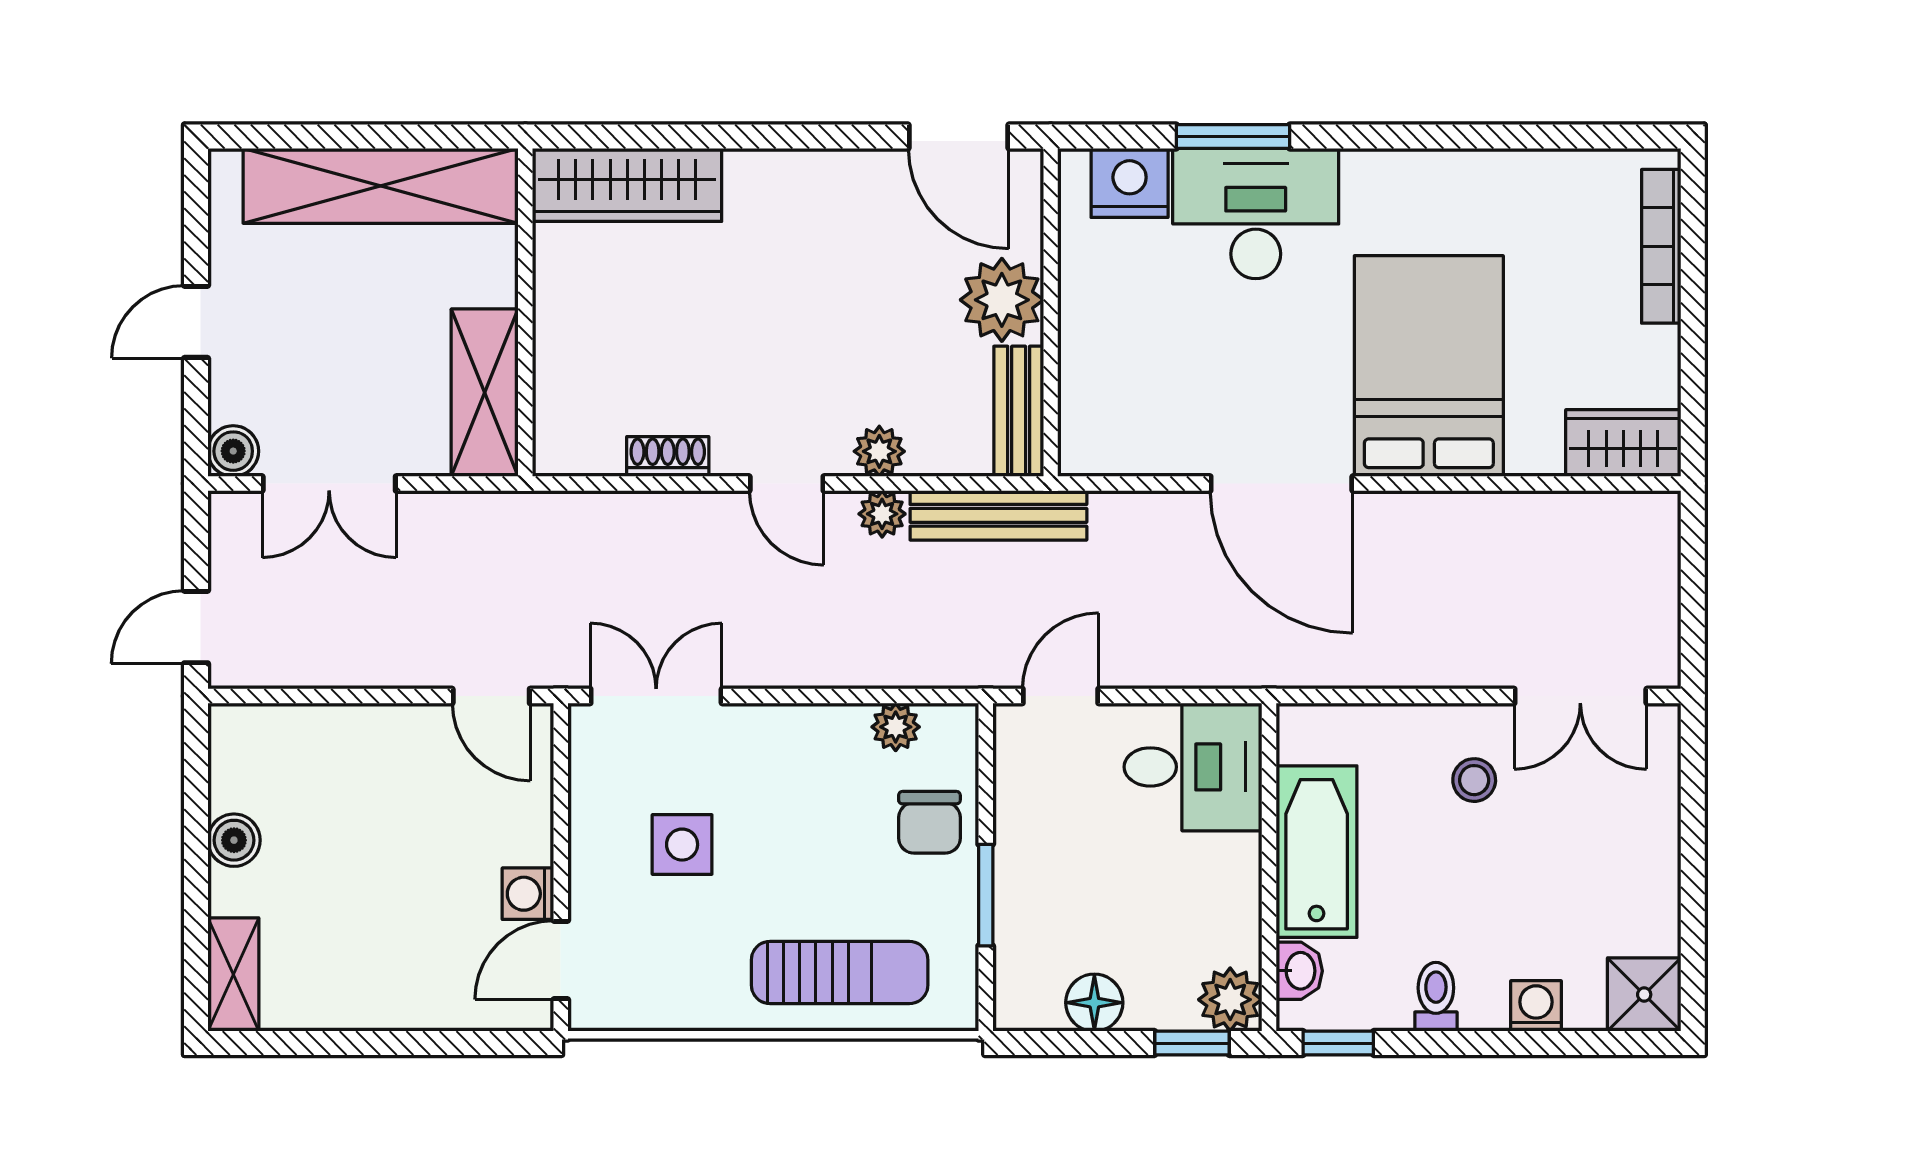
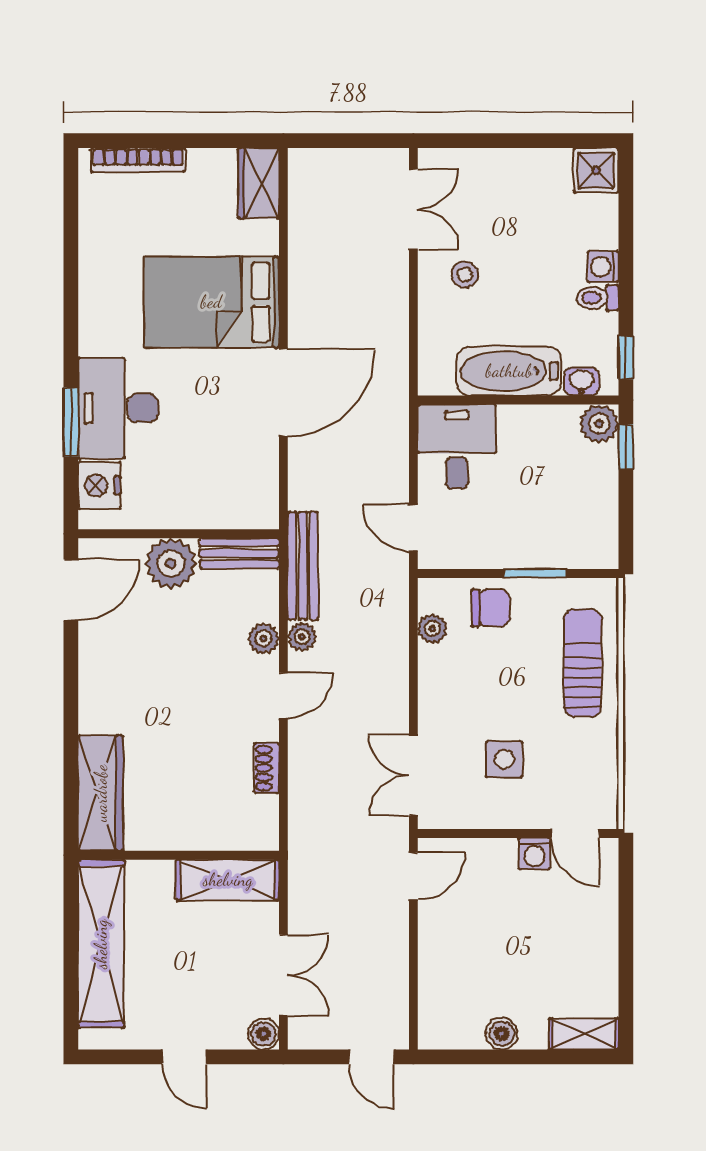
floor lamp: (1094, 1003) -> (601, 507), removed
washing machine: (1536, 1006) -> (603, 267), moved

